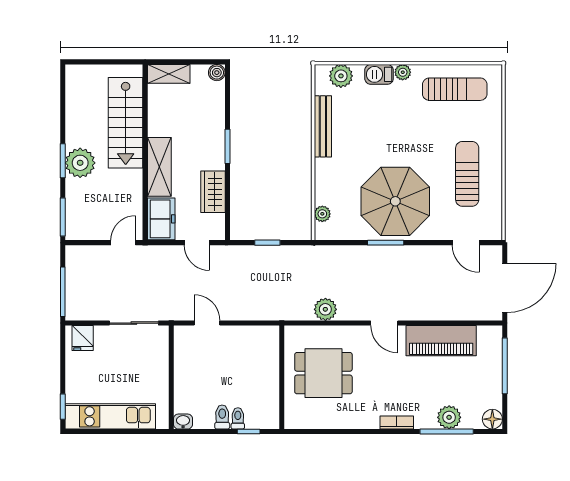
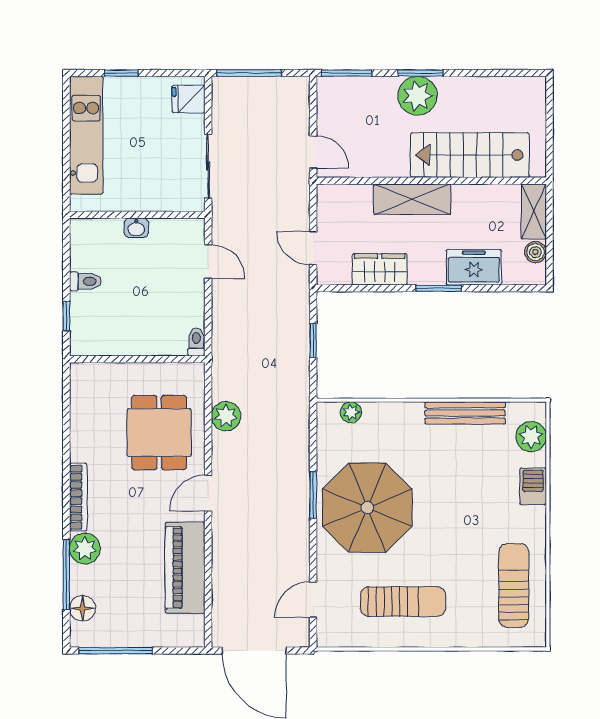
plant: (403, 72) -> (536, 517), removed
boiler: (217, 73) -> (535, 252), moved
sun lounger: (455, 89) -> (514, 585), turned 180
freezer: (161, 219) -> (474, 267), moved, turned 180
door: (197, 243) -> (313, 248), hinge flipped
door: (207, 323) -> (208, 262), hinge flipped
window: (505, 366) -> (116, 651), moved
dining table: (323, 373) -> (159, 433), moved
window: (63, 407) -> (121, 73), moved
plant: (449, 417) -> (85, 549), moved
toilet: (238, 418) -> (196, 342), moved, turned -90
floor lamp: (492, 419) -> (82, 608), moved
washbasin: (183, 422) -> (136, 228), moved, turned 90
bookcase: (397, 422) -> (78, 497), width x1.56

